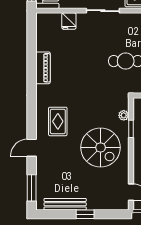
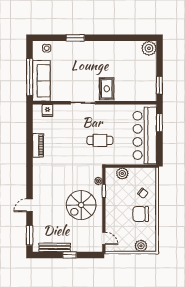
fridge: (69, 21) -> (47, 110), moved
rug: (58, 121) -> (49, 186), removed
spiral stairs: (101, 147) -> (81, 205), turned 90

